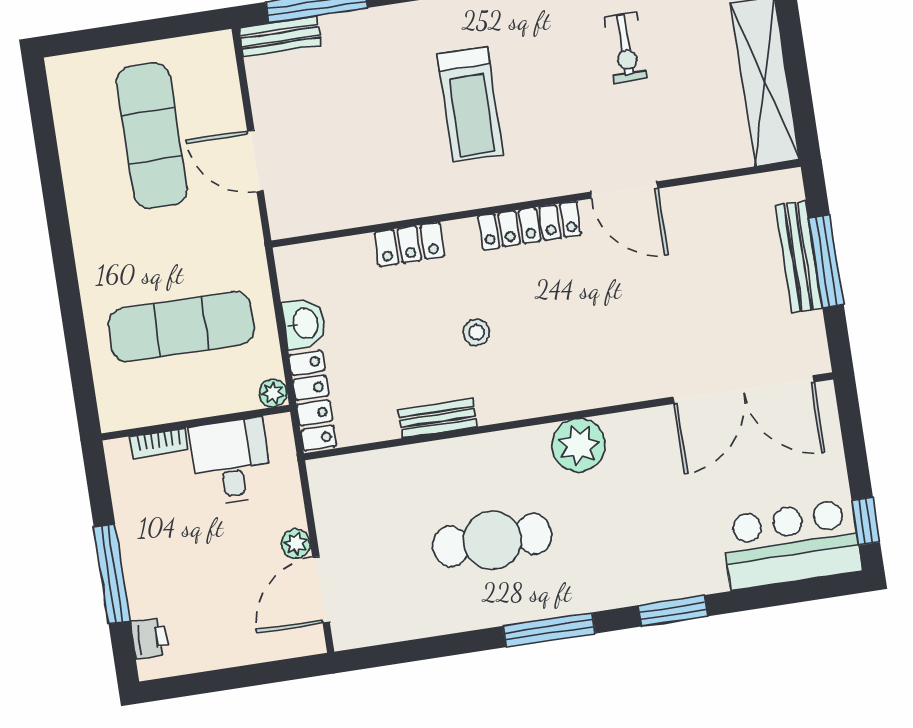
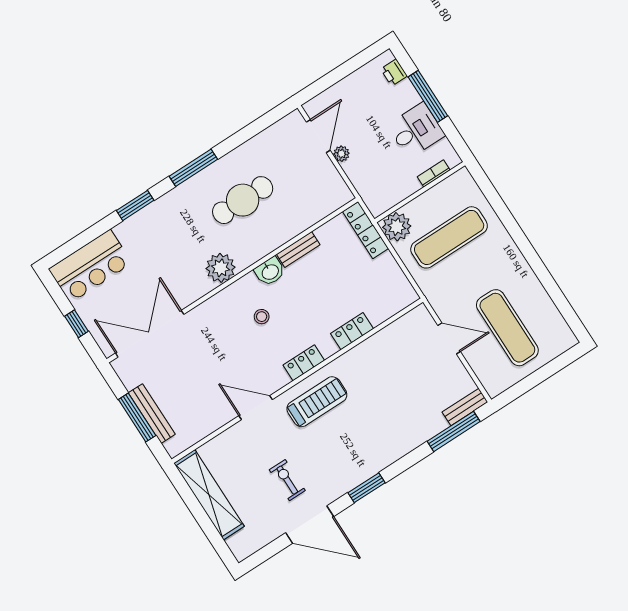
treadmill: (470, 104) -> (317, 402), moved, turned 90
locker: (530, 225) -> (304, 363), width x0.66
washbasin: (304, 323) -> (270, 272), moved, turned -90
stool: (476, 332) -> (262, 317), moved
plant: (273, 393) -> (397, 227), width x1.88, depth x1.88
desk: (231, 462) -> (416, 130), moved, turned -90
window: (866, 521) -> (76, 324), moved

